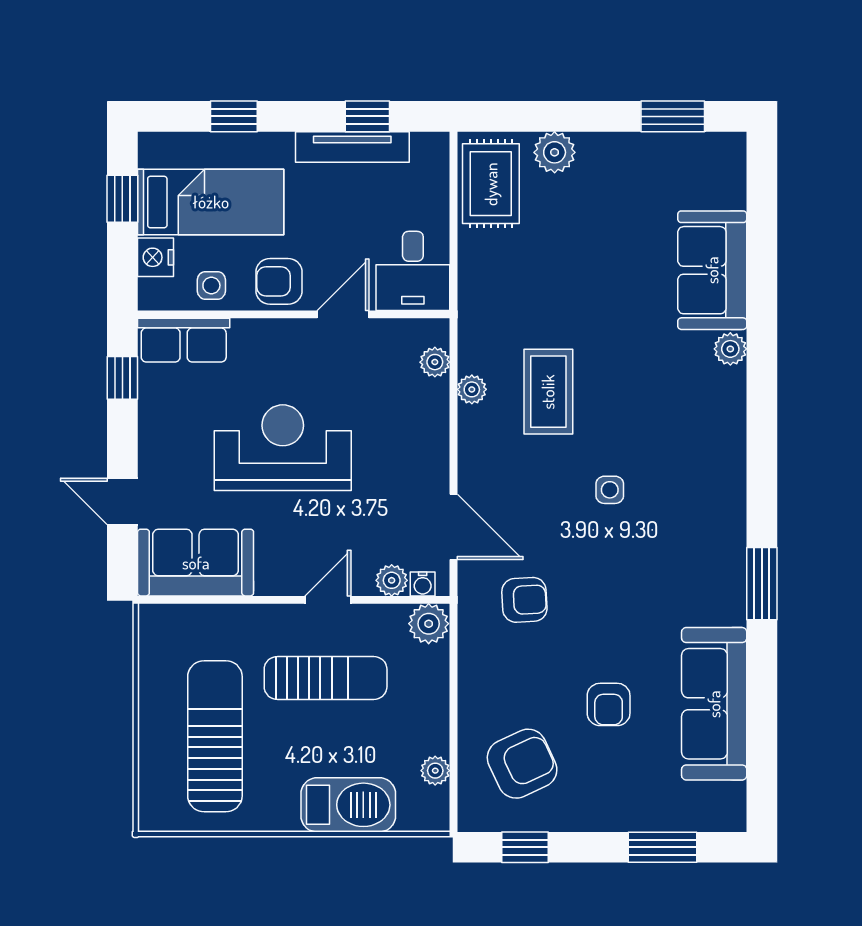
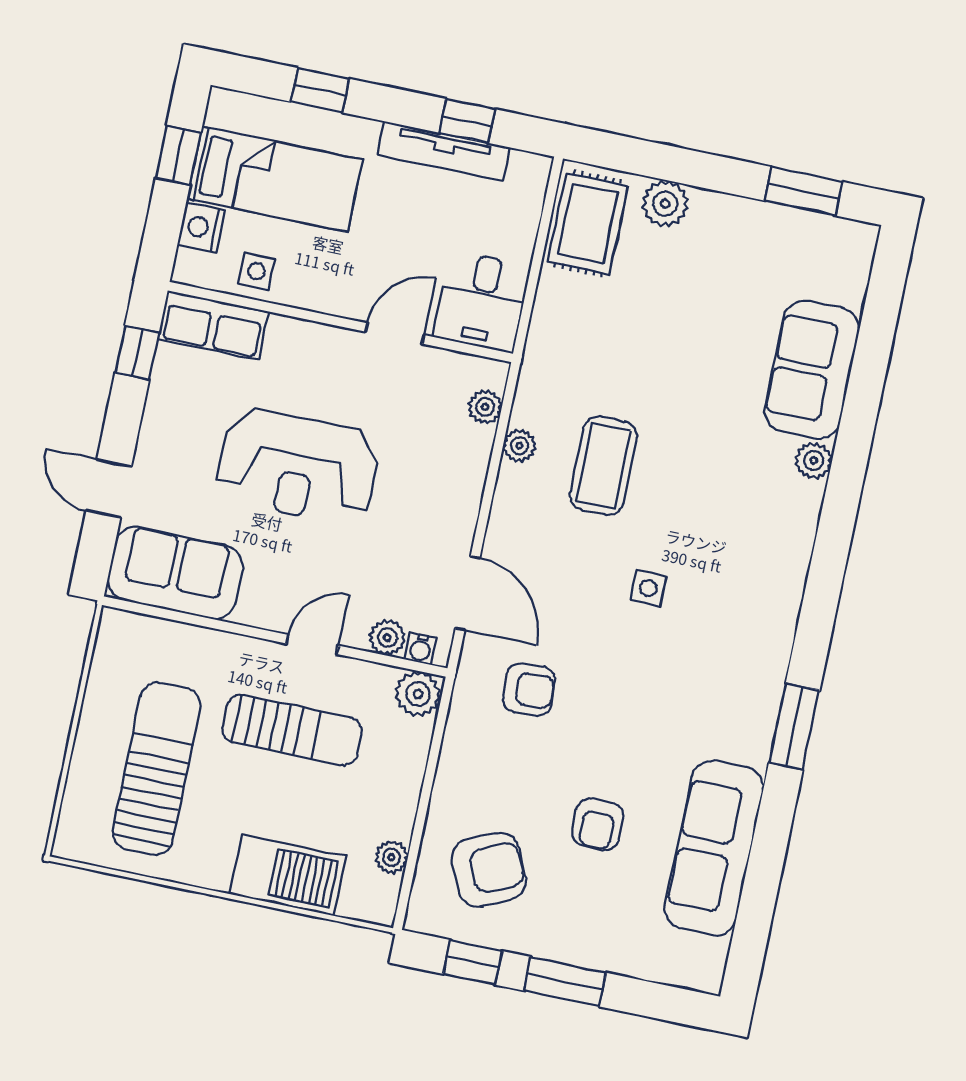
armchair: (279, 281) -> (332, 282), removed
reception desk: (283, 448) -> (298, 466), turned 180
window: (662, 847) -> (565, 982), moved

